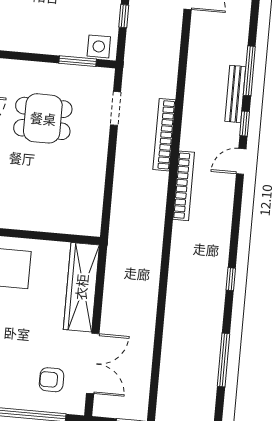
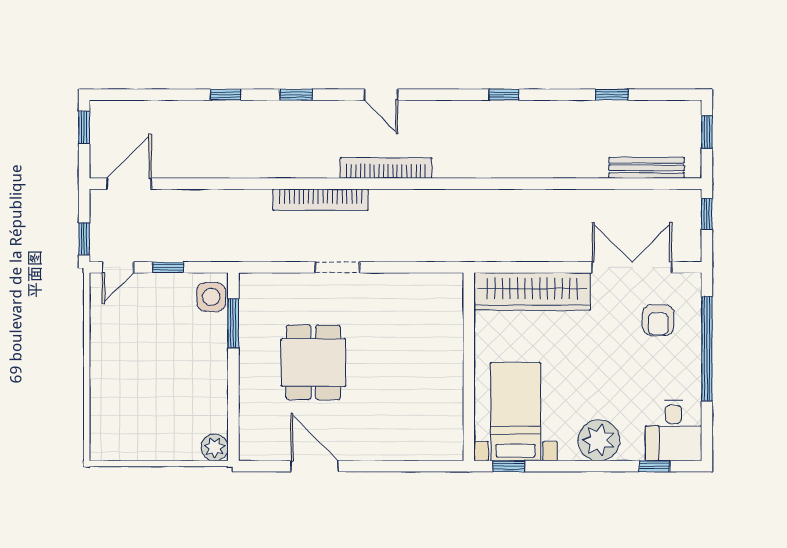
window: (249, 71) -> (226, 95), width x0.46
bench: (235, 94) -> (647, 168), moved
doorway: (116, 108) -> (337, 267), moved
door: (241, 161) -> (381, 95), moved
window: (223, 360) -> (612, 95), width x0.46

